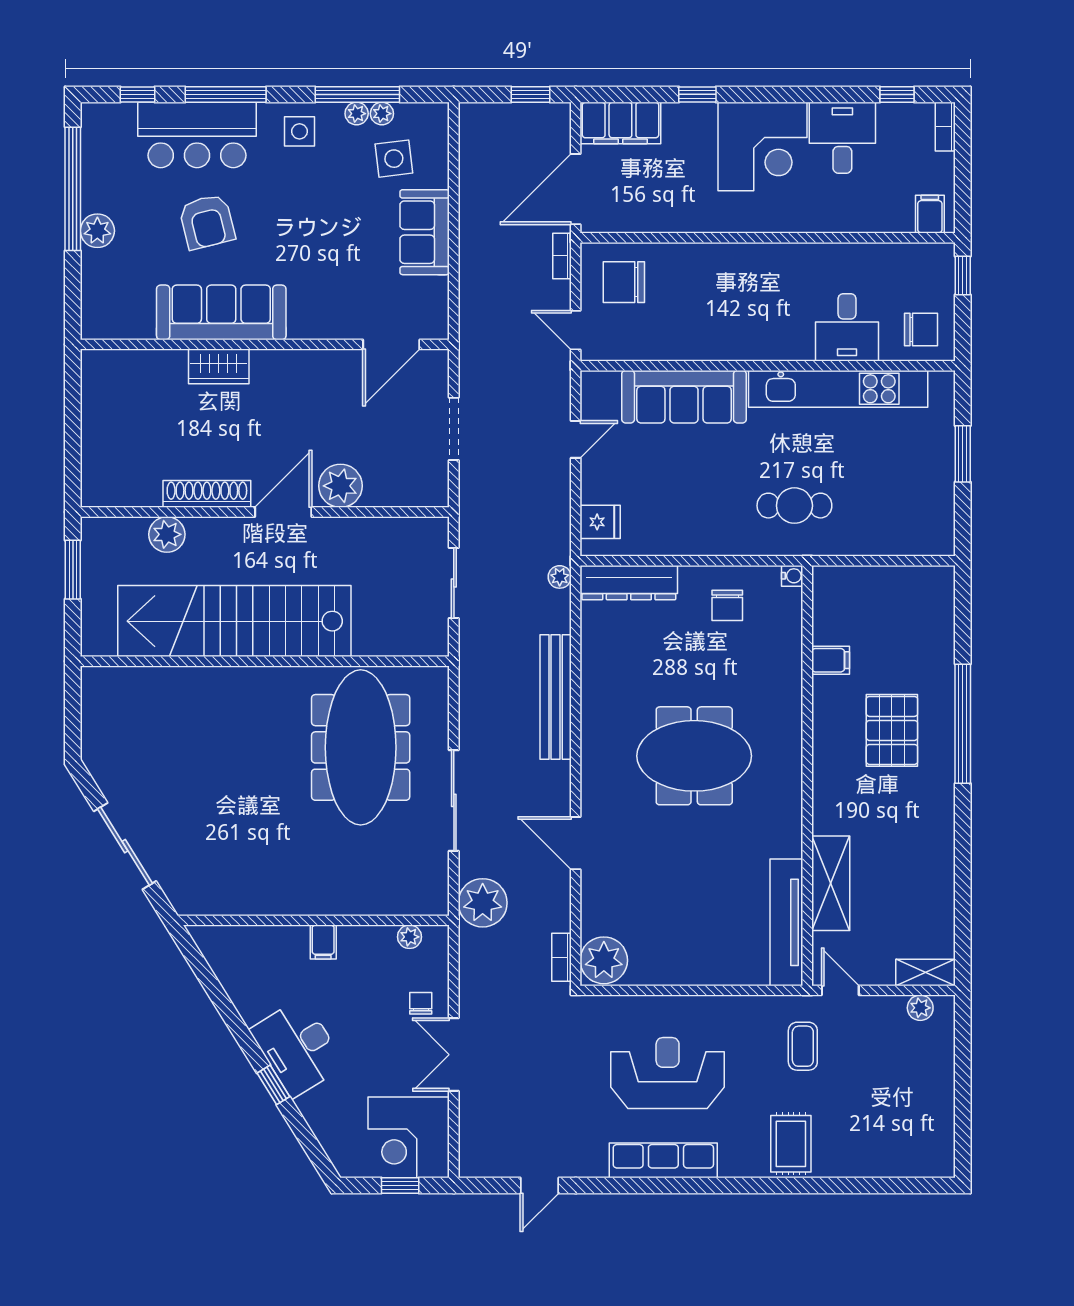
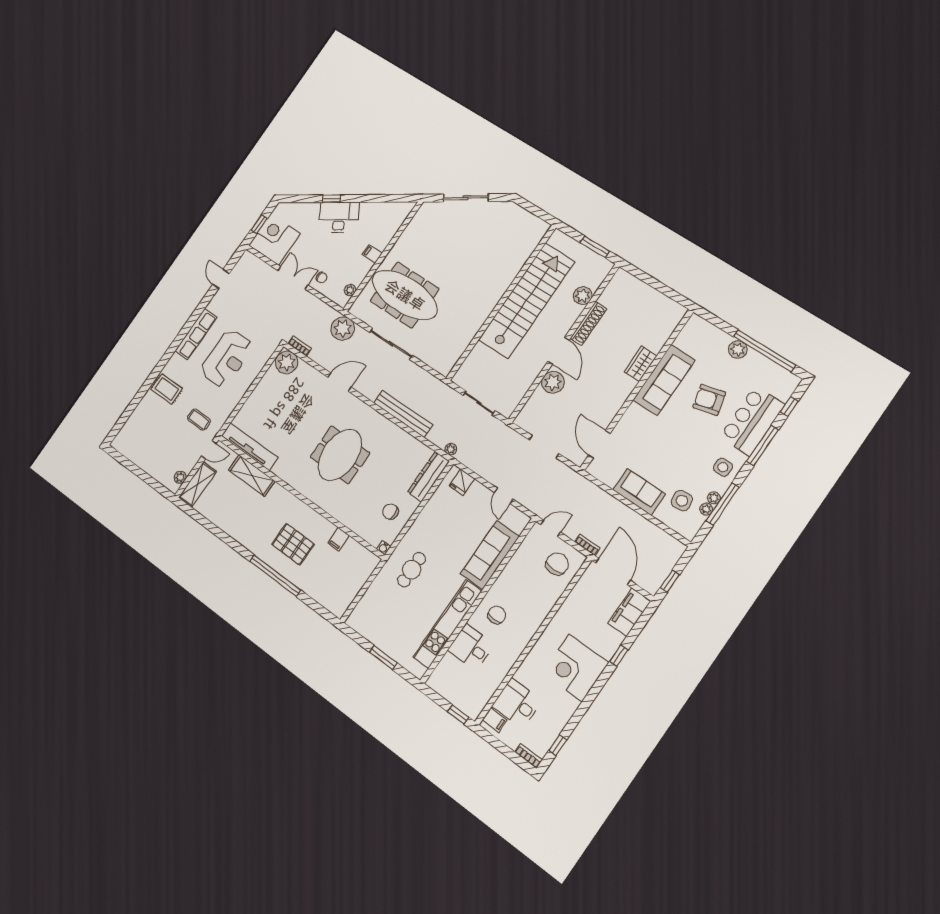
desk: (842, 138) -> (517, 703), moved, turned 180
chair: (921, 330) -> (497, 615), moved, turned 180
meeting table: (361, 747) -> (405, 295), moved
shelving: (925, 973) -> (197, 484), width x1.50, depth x1.33

